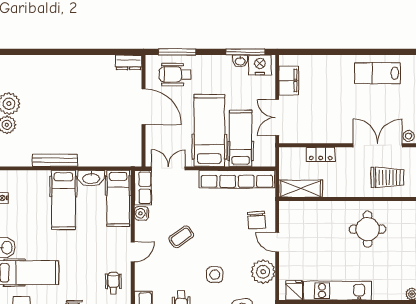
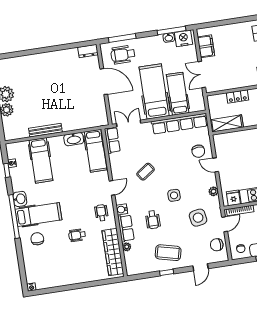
hospital bed: (63, 200) -> (41, 160), moved
water cooler: (141, 213) -> (122, 209), moved
plant: (263, 272) -> (213, 191), width x0.53, depth x0.53

